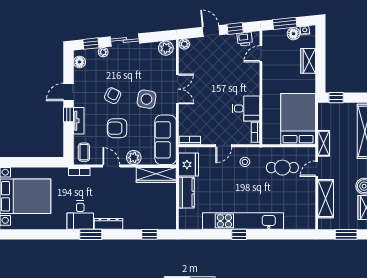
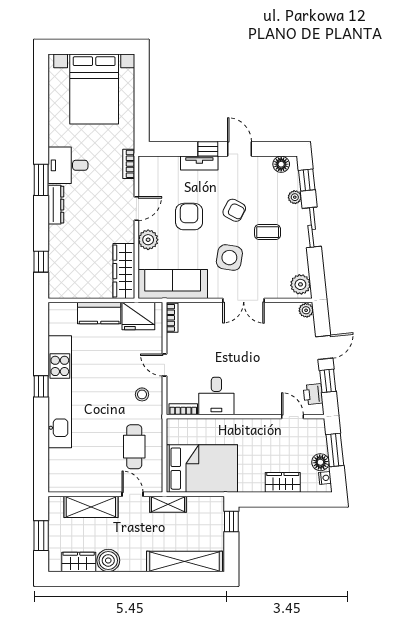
coffee table: (84, 152) -> (268, 232), moved

